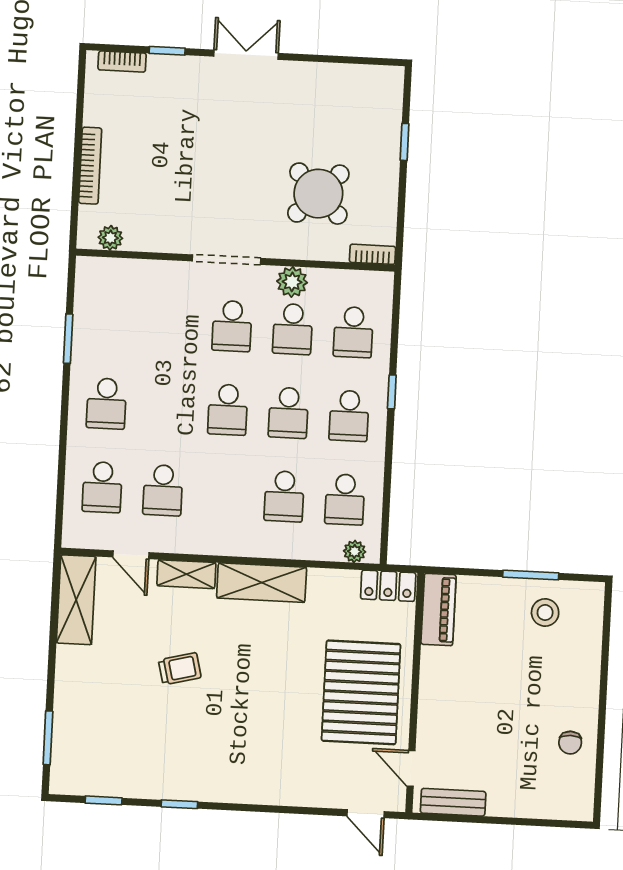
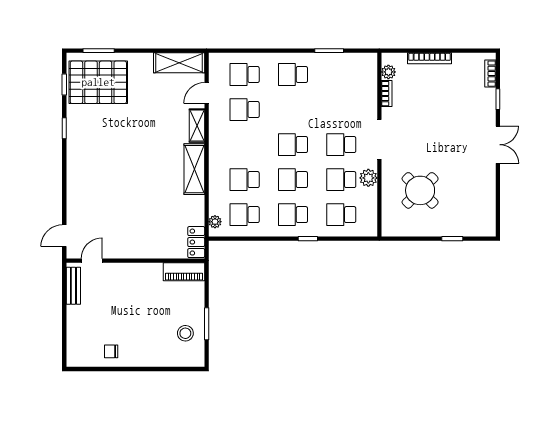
bookcase: (372, 254) -> (387, 94), moved
trolley: (180, 669) -> (142, 124), removed
pallet: (361, 692) -> (98, 82), moved

